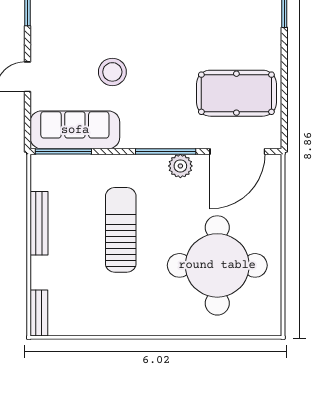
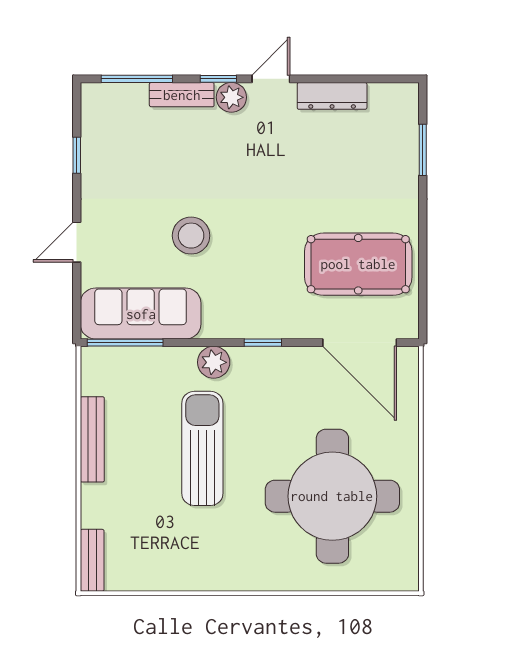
window: (166, 151) -> (263, 343), width x0.46
door: (237, 151) -> (360, 343), hinge flipped
plant: (180, 166) -> (214, 362), moved

